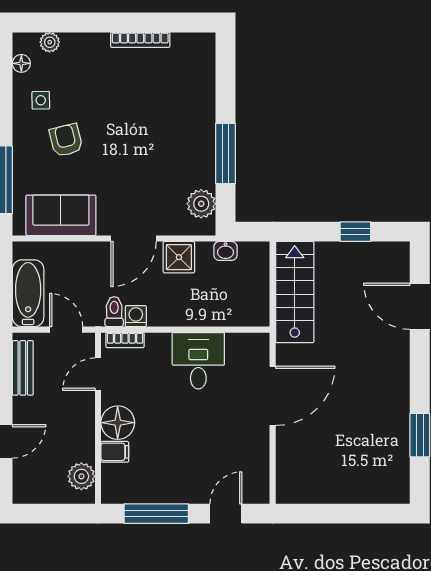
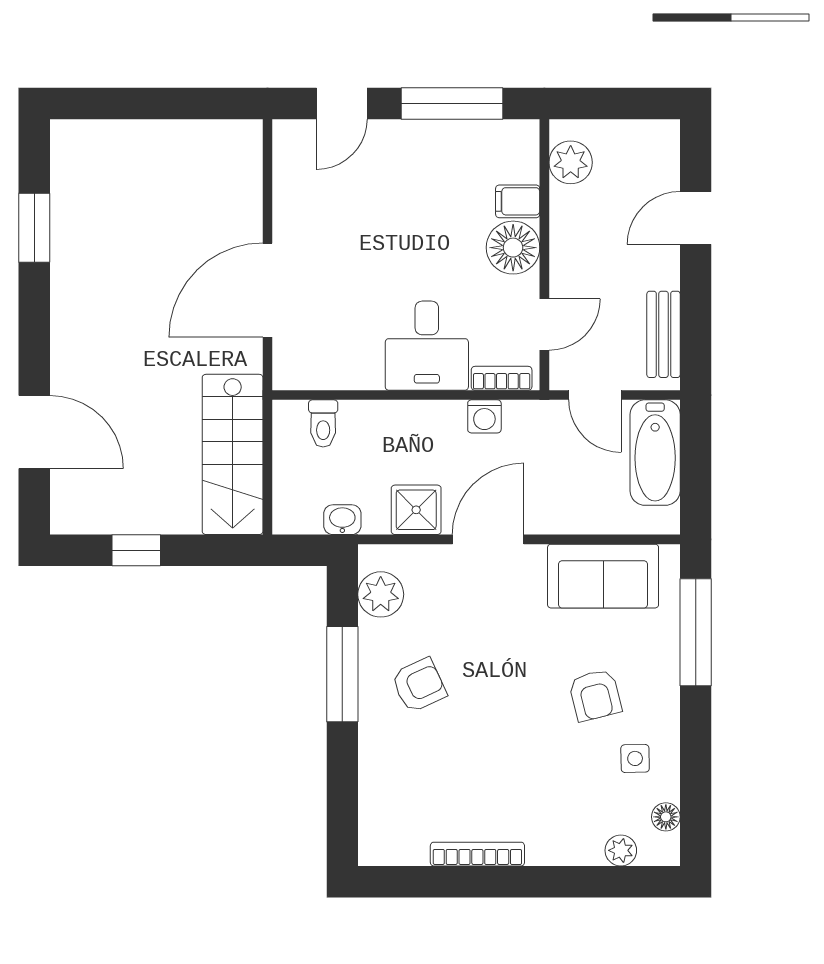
armchair: (177, 146) -> (419, 685), added
toilet: (114, 312) -> (323, 423), moved
desk: (198, 361) -> (427, 346), moved

